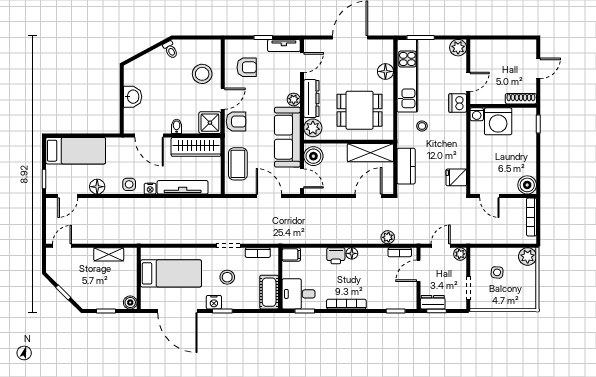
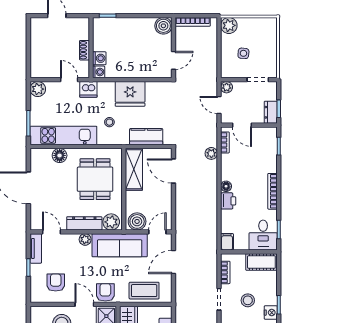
shoe rack: (521, 99) -> (84, 50), moved, width x0.70
washing machine: (498, 121) -> (99, 58), width x0.53, depth x0.53
fridge: (456, 177) -> (130, 94), moved, width x1.88, depth x1.34

